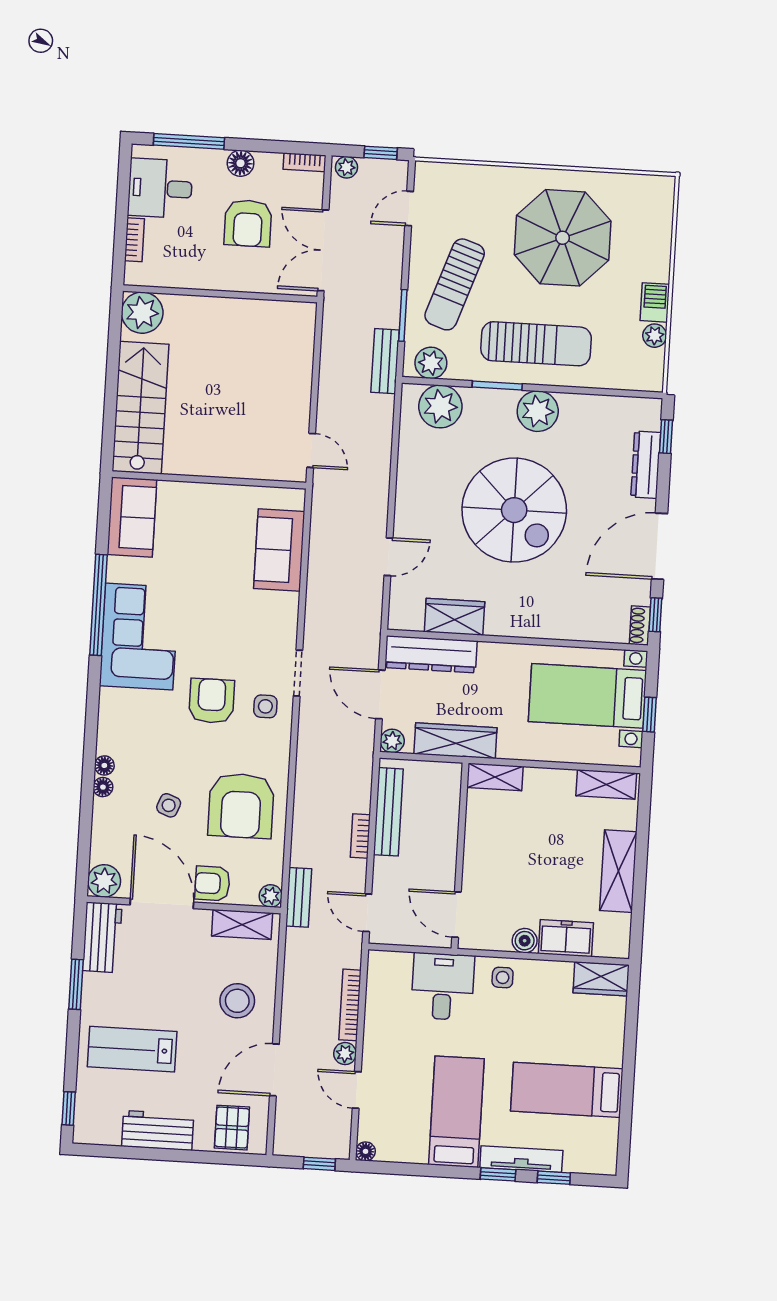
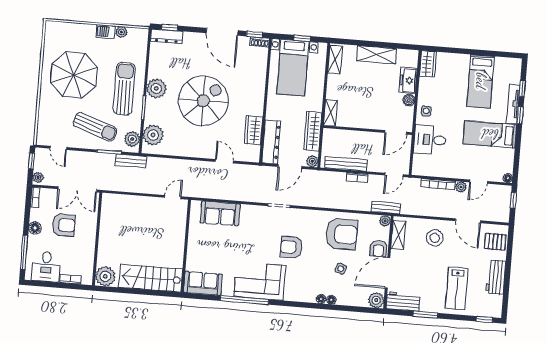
dresser: (646, 465) -> (167, 36), moved
side table: (265, 706) -> (294, 221), removed

